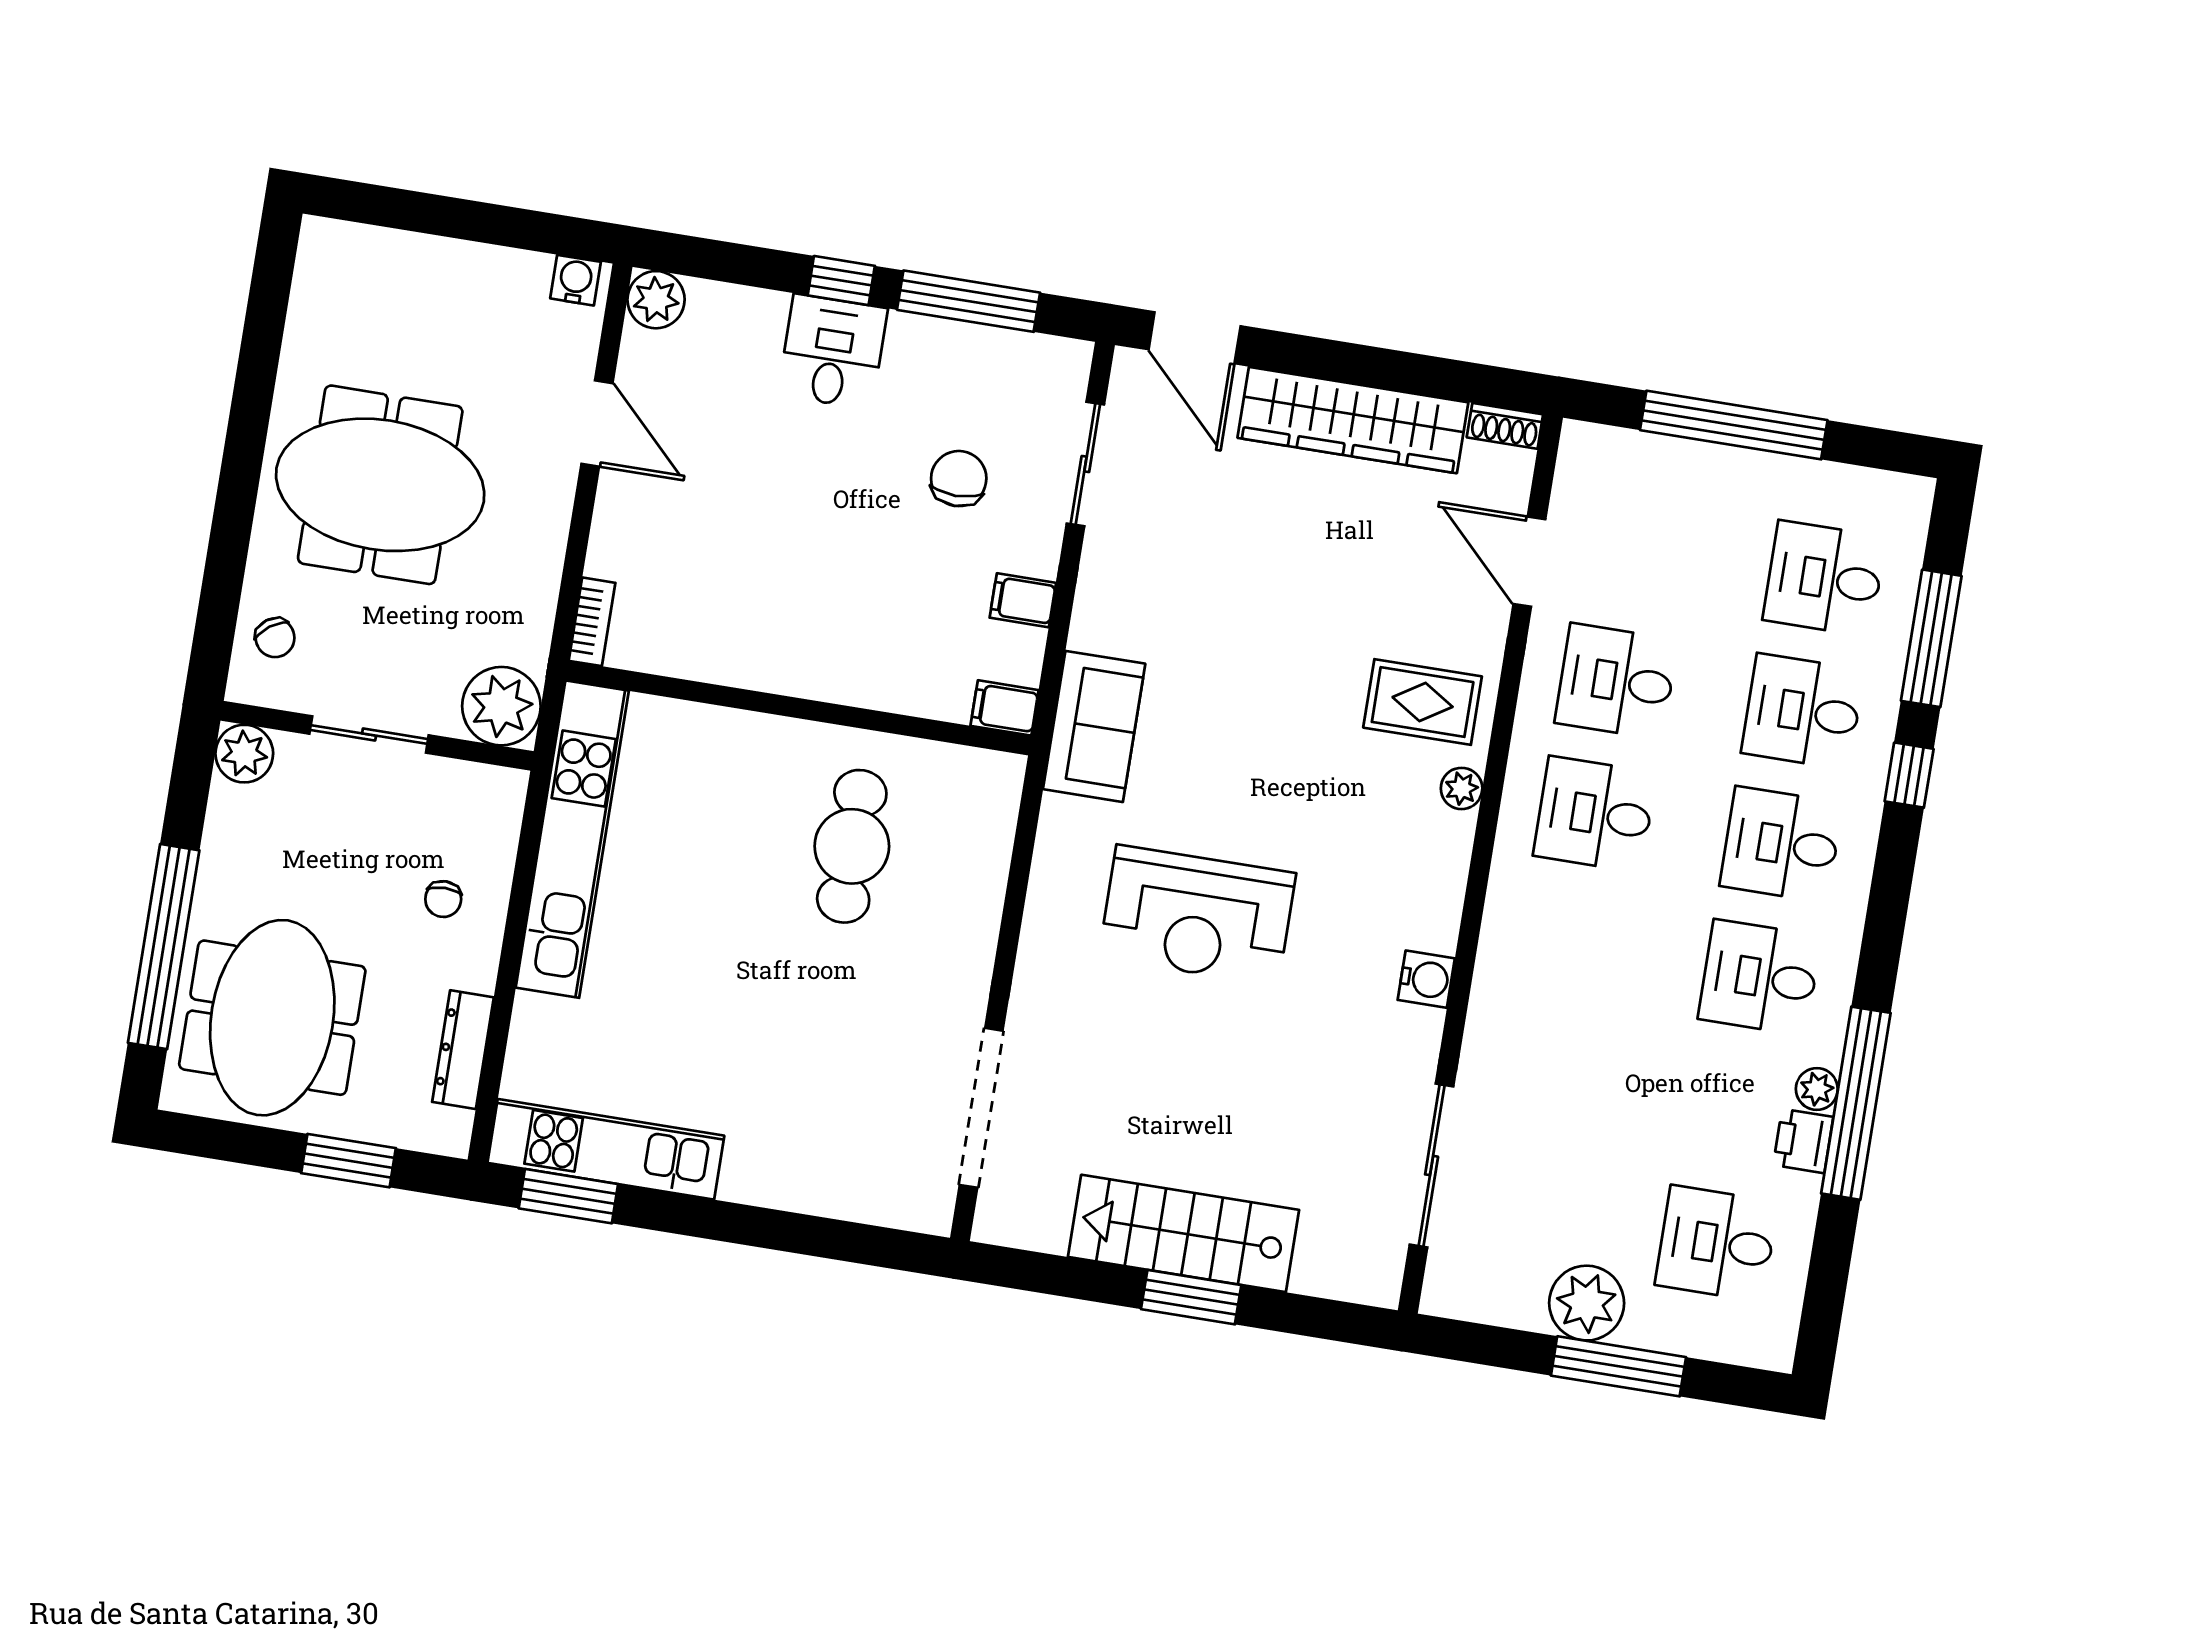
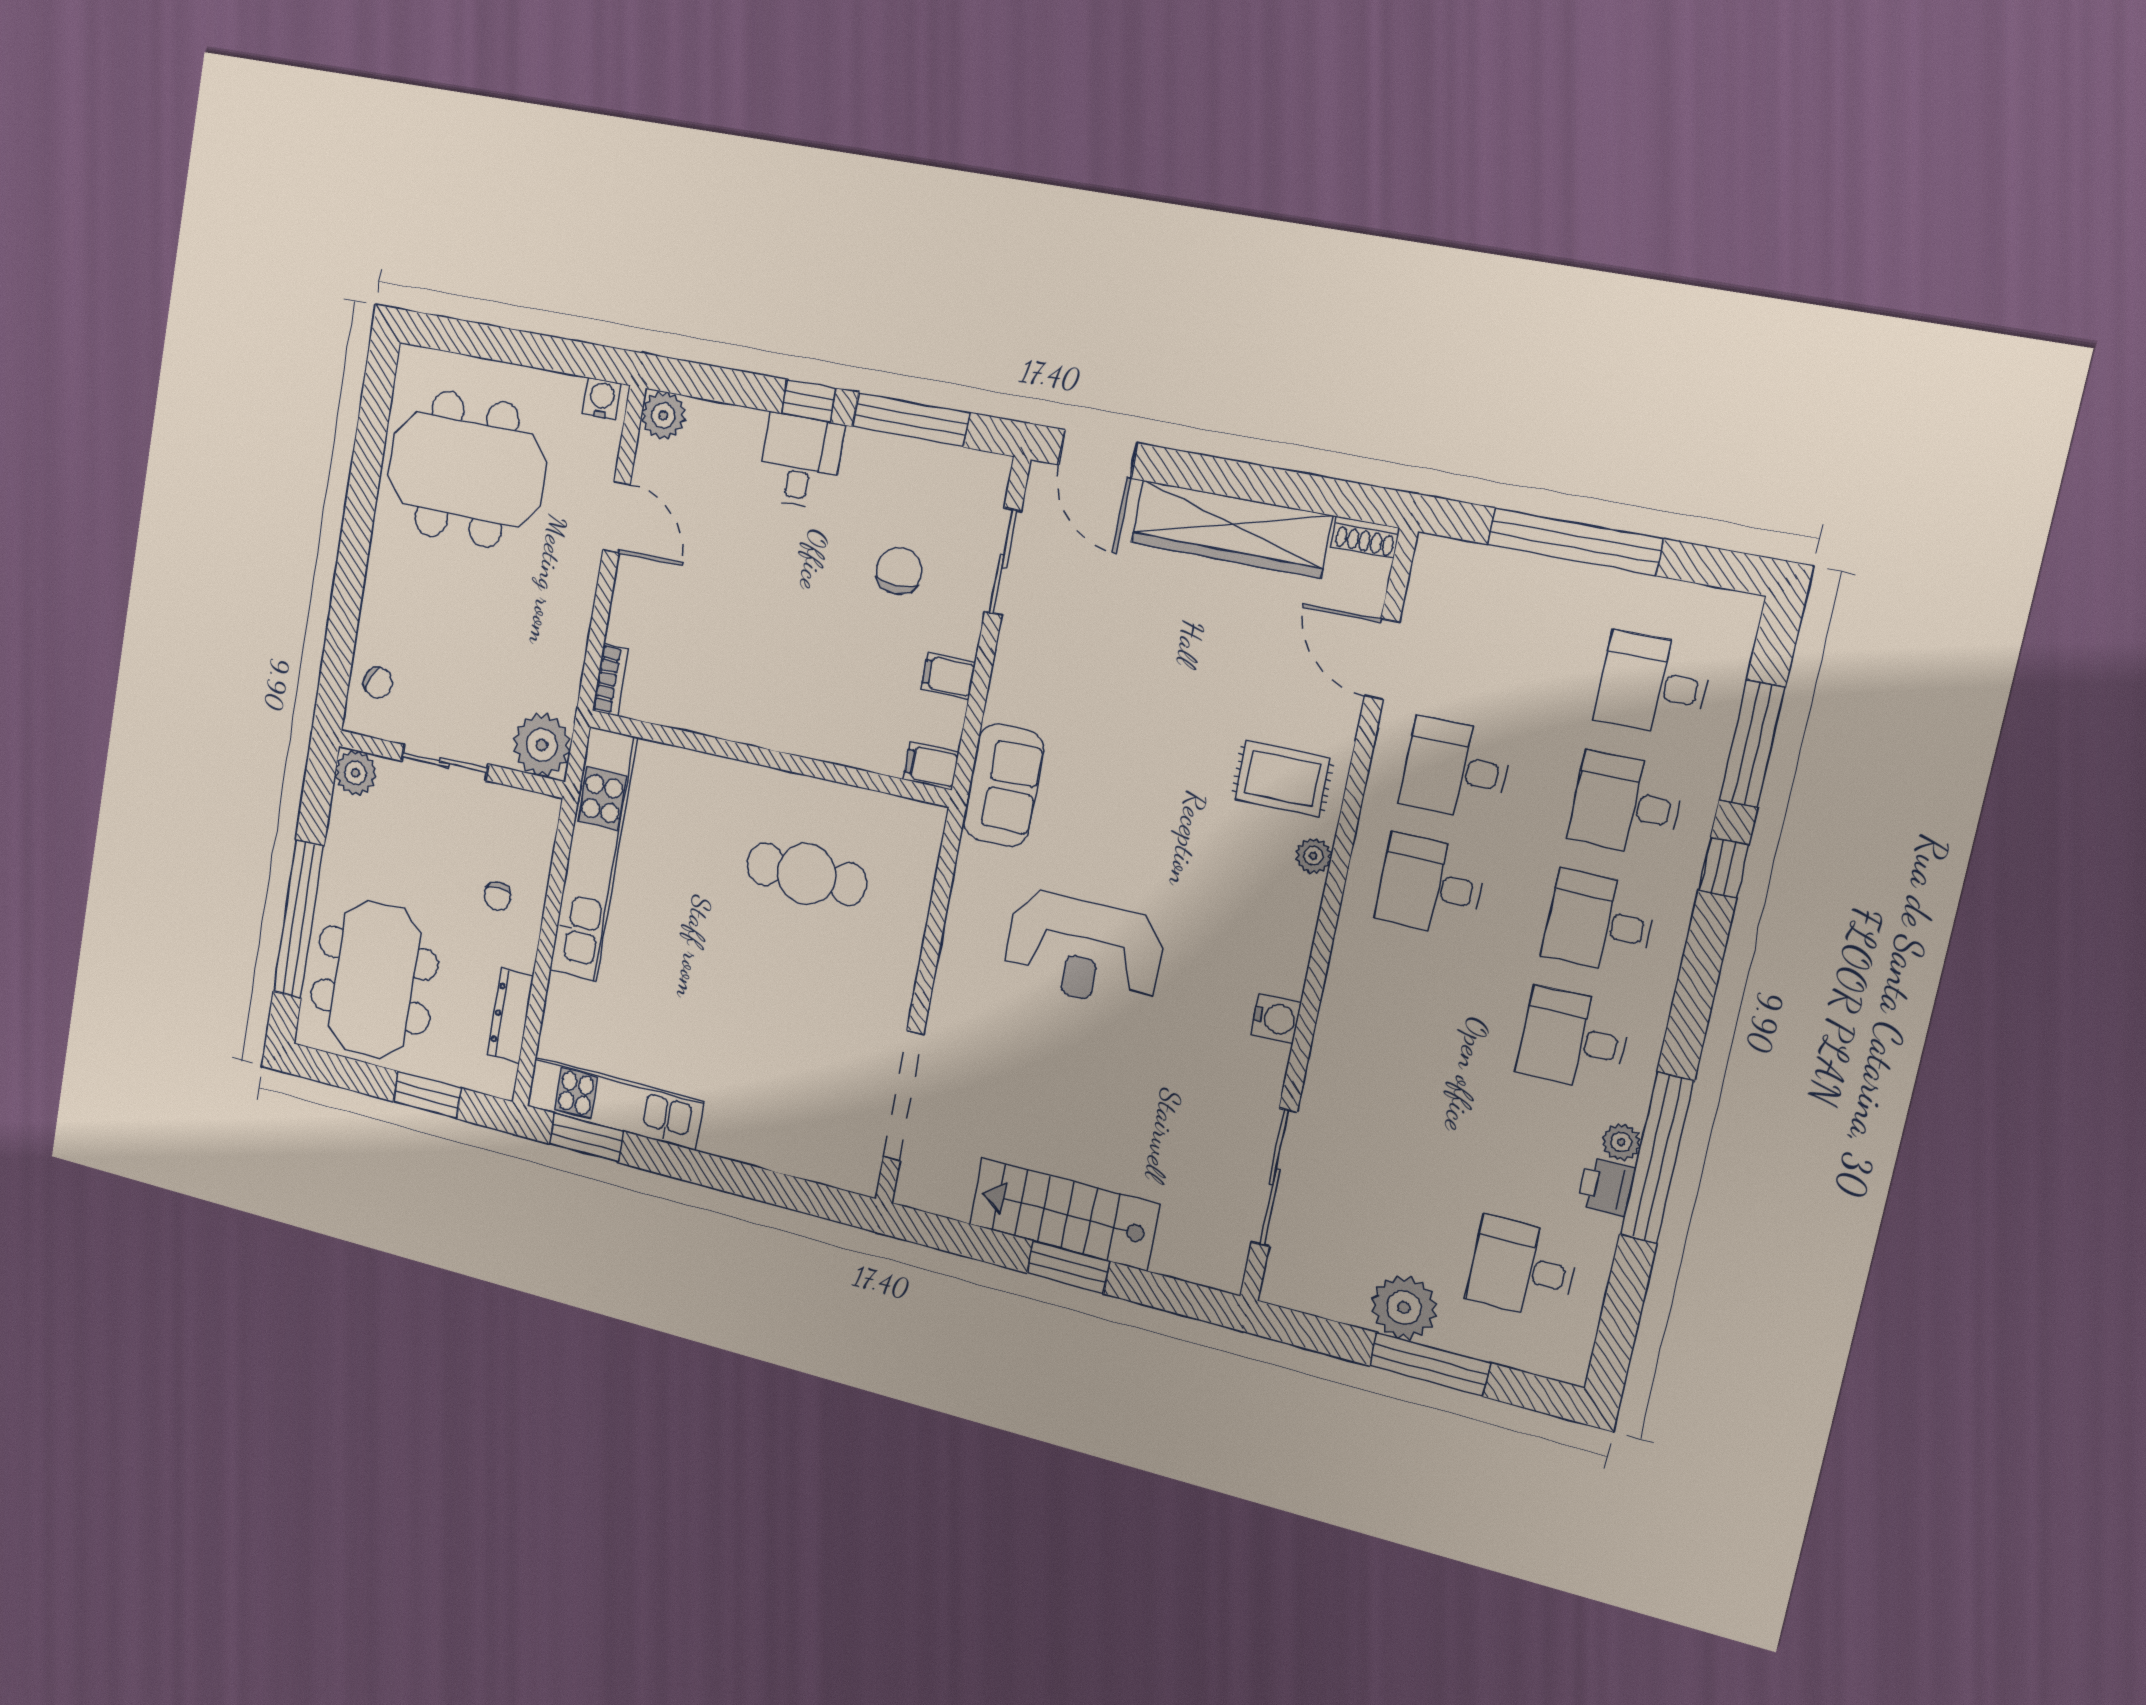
meeting table: (380, 485) -> (467, 469), moved
chair: (275, 638) -> (378, 683), turned -30
cafe table: (852, 846) -> (807, 874), turned 90

